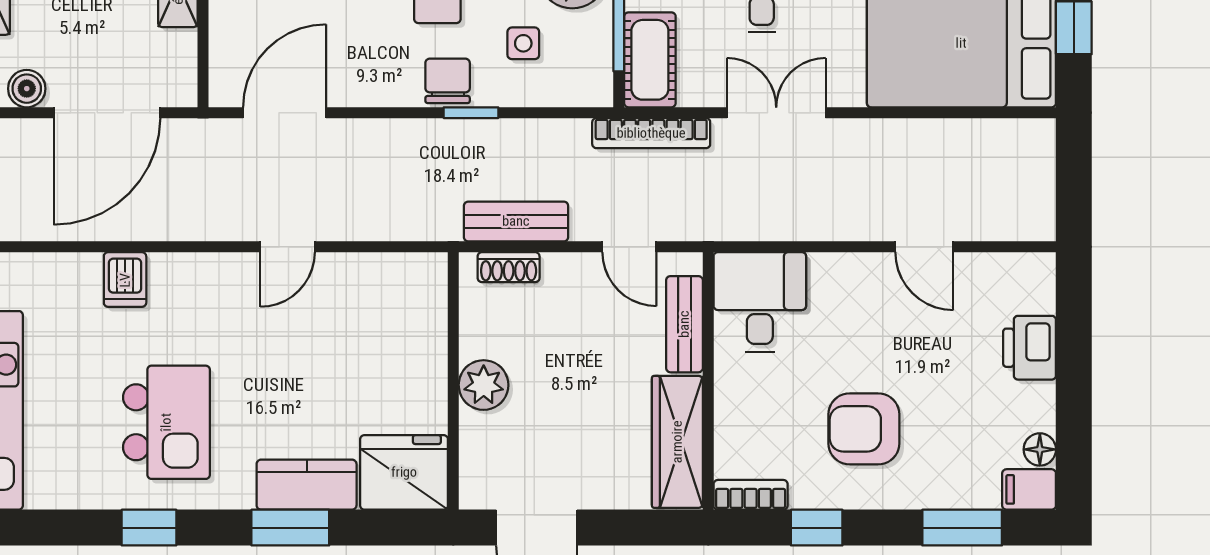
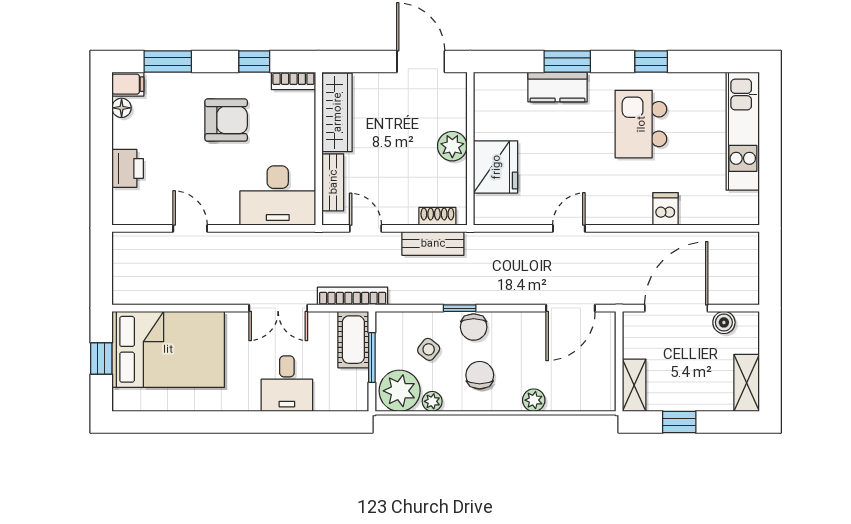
side table: (523, 43) -> (429, 349), turned 38
desk: (760, 302) -> (278, 196), width x1.37
fridge: (404, 472) -> (496, 167), moved, turned -90

